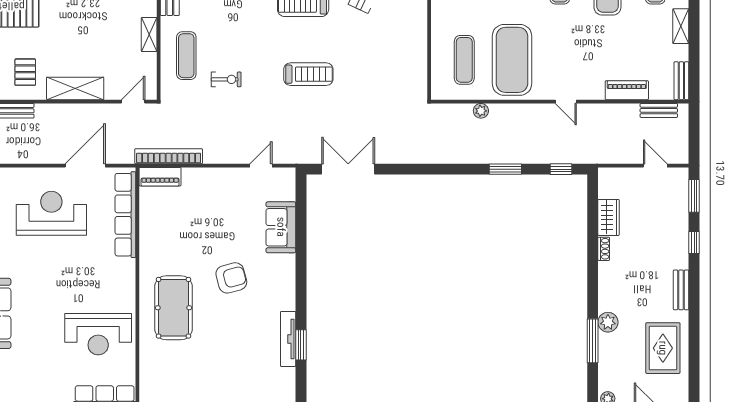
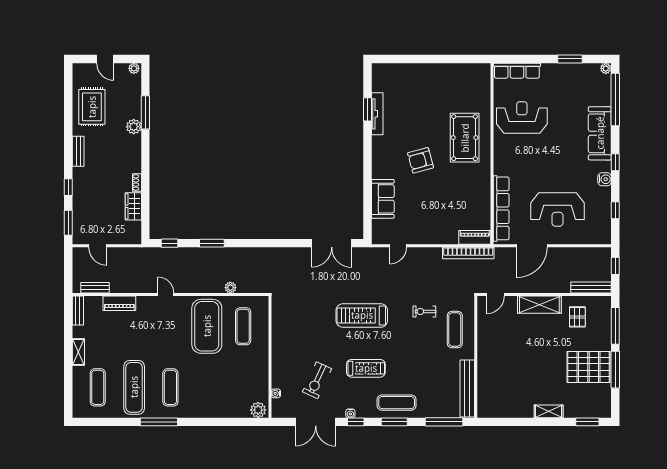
shelving: (149, 35) -> (483, 346), removed
treadmill: (308, 74) -> (362, 315), width x1.37, depth x1.38

